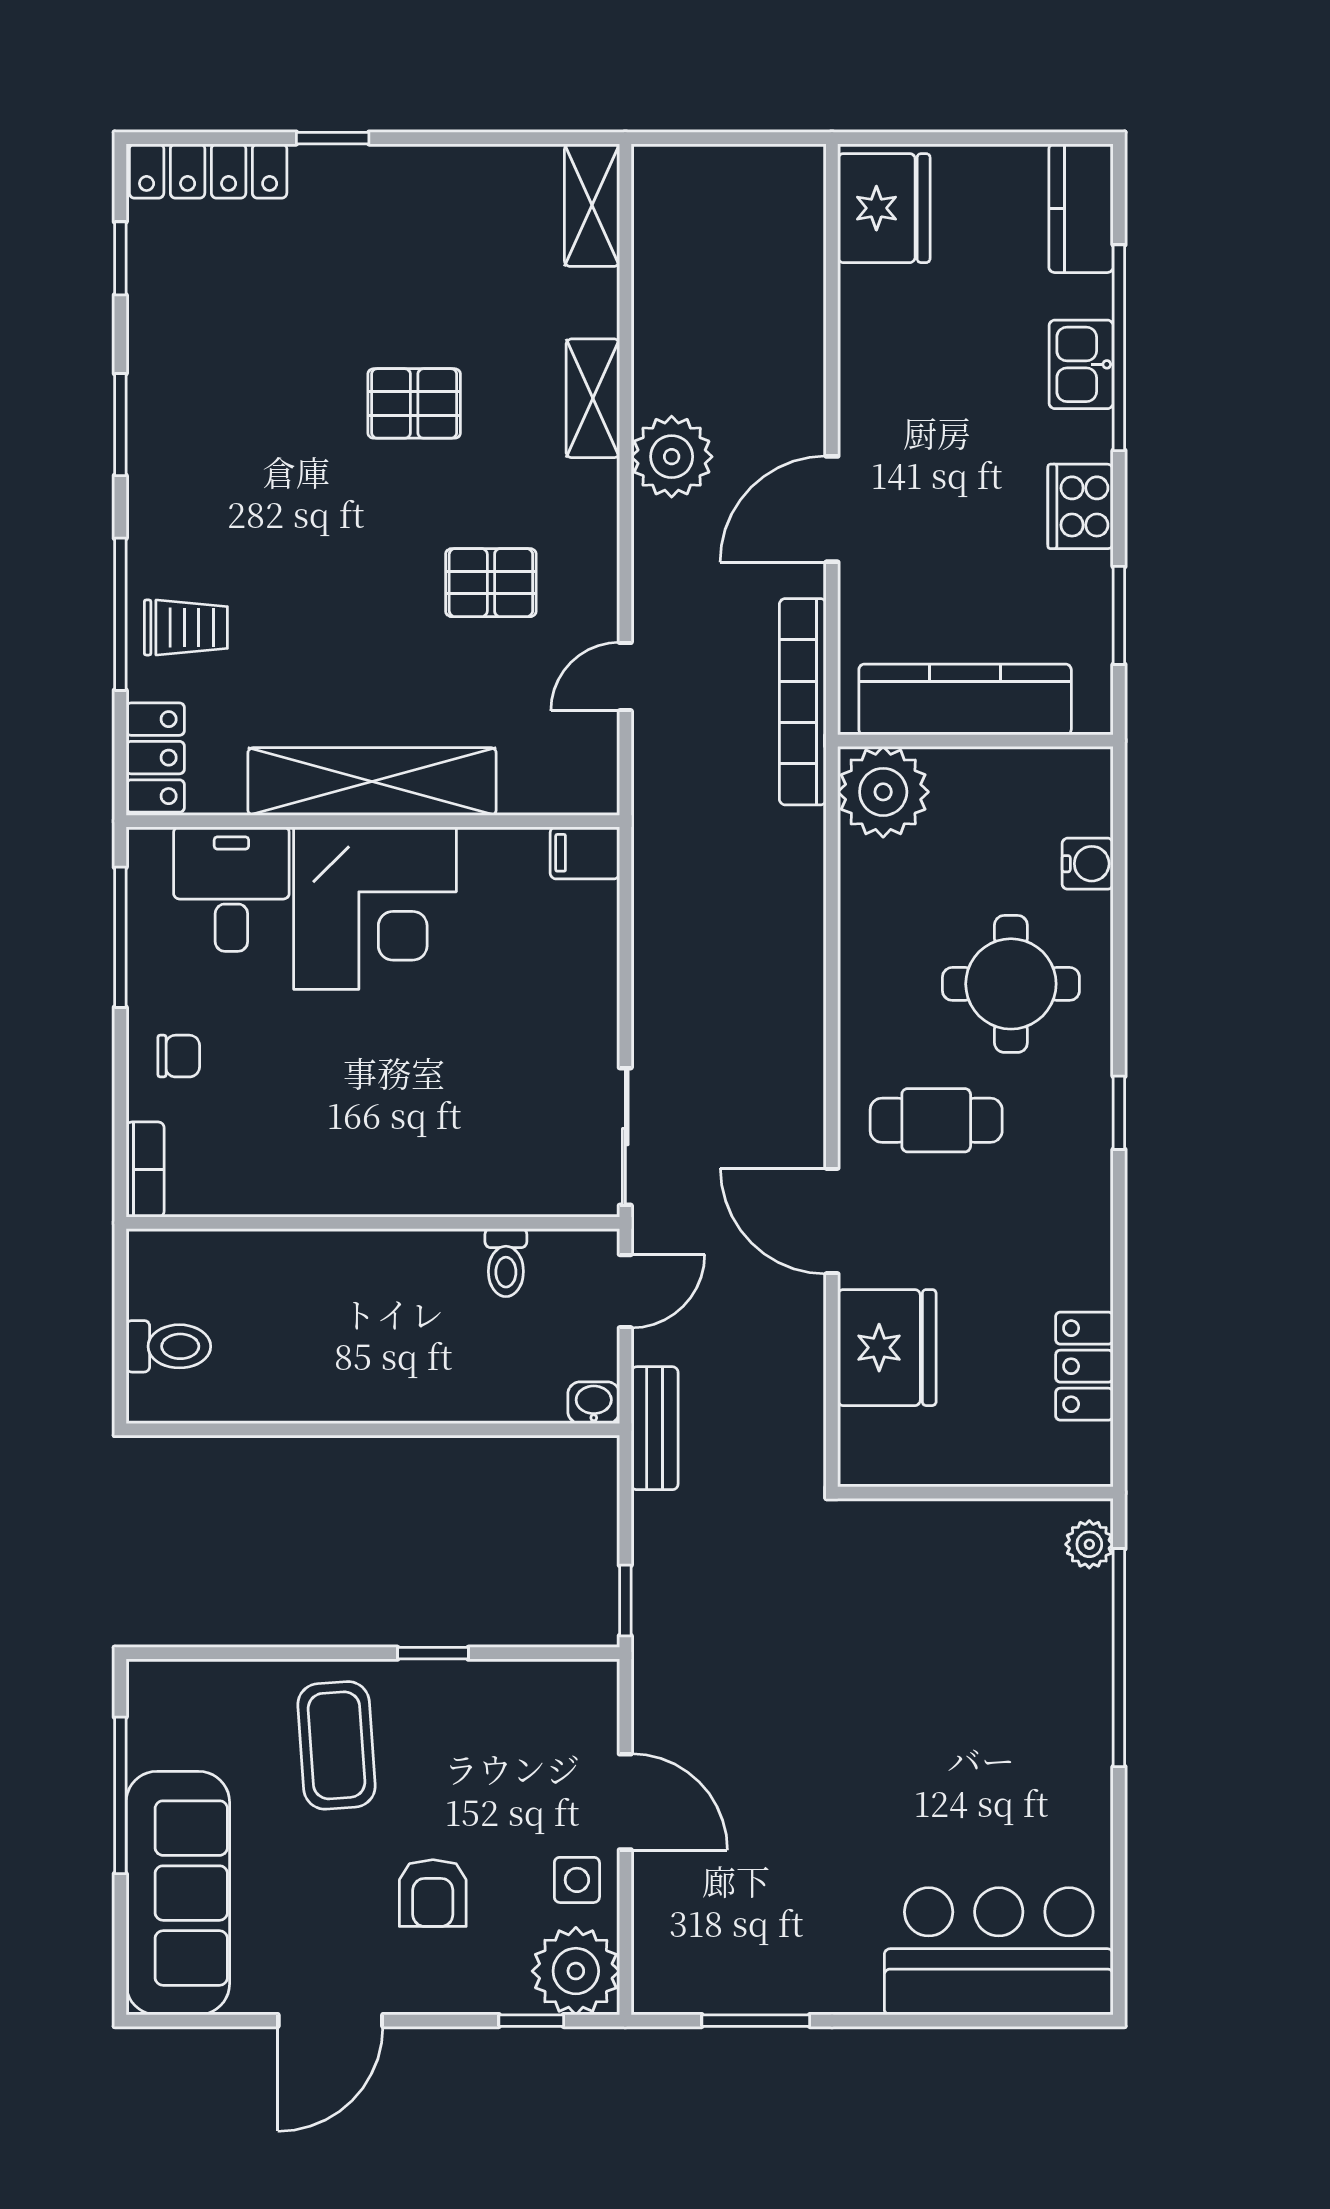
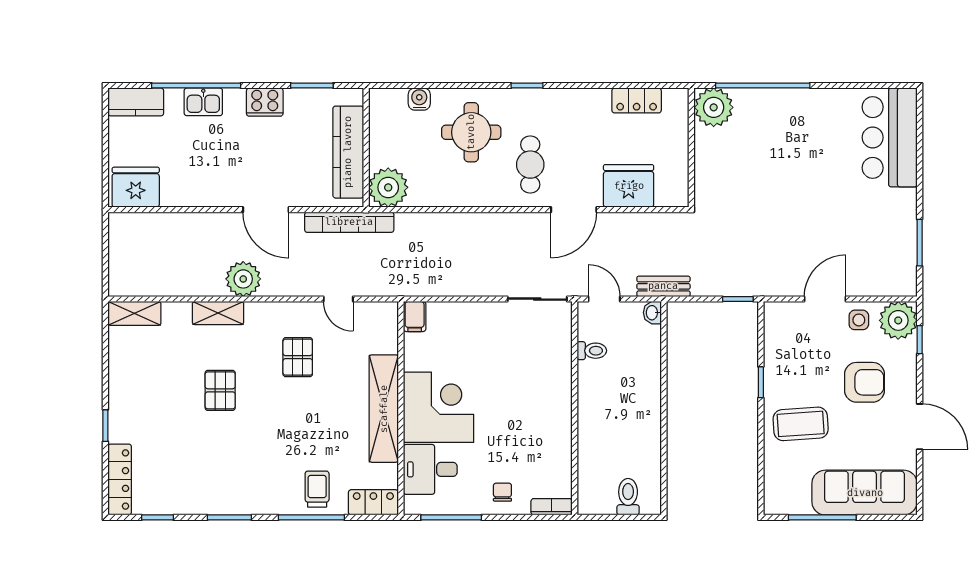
plant: (1089, 1544) -> (714, 107), width x1.87, depth x1.87
armchair: (433, 1893) -> (865, 382), width x1.38, depth x1.38

